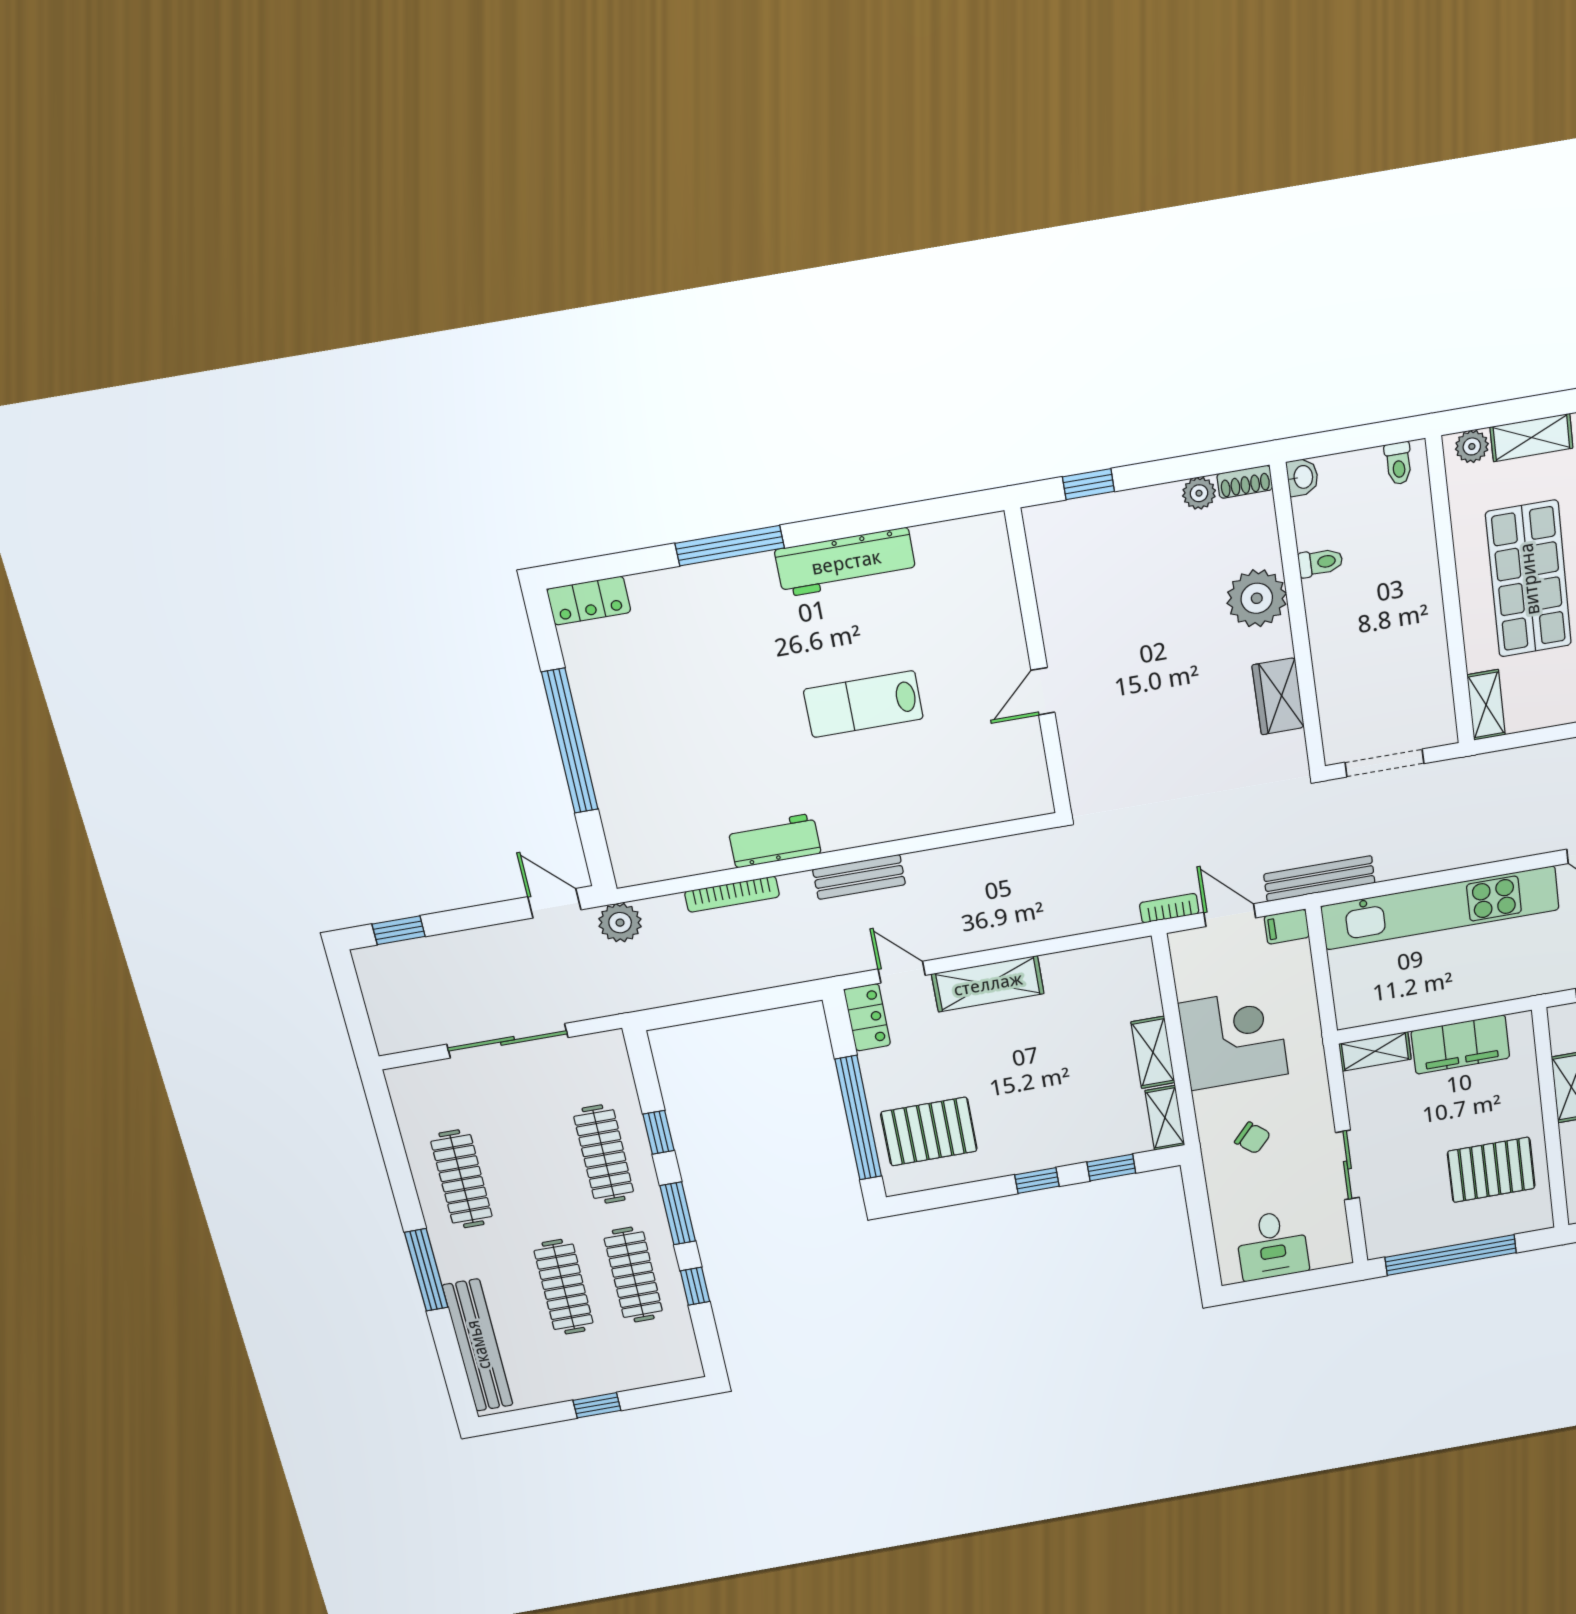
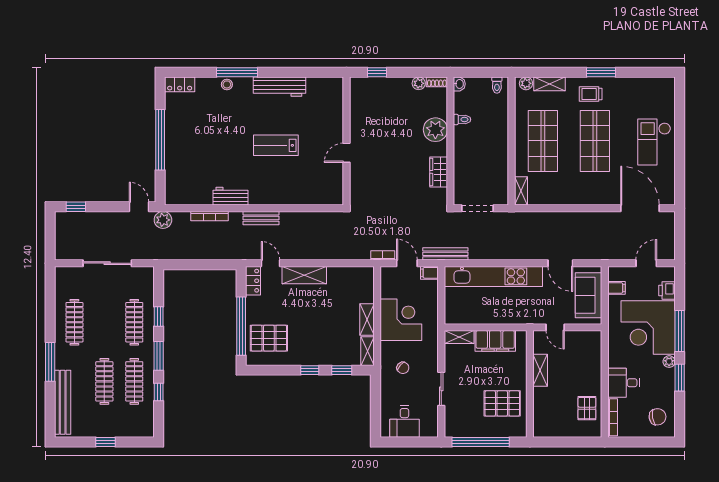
stool: (710, 580) -> (227, 84), added

